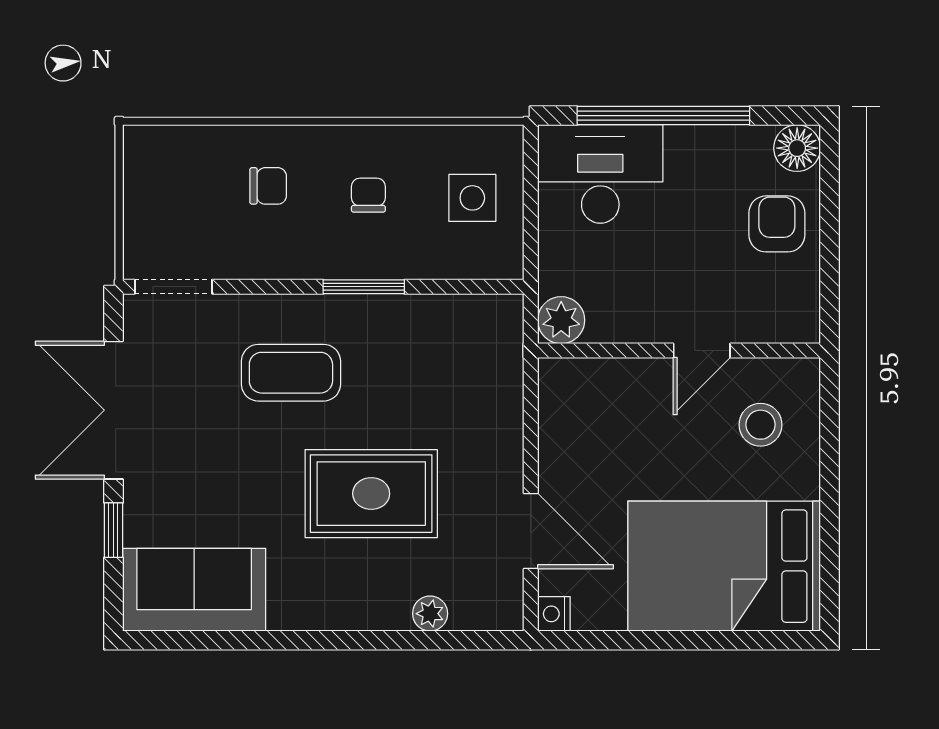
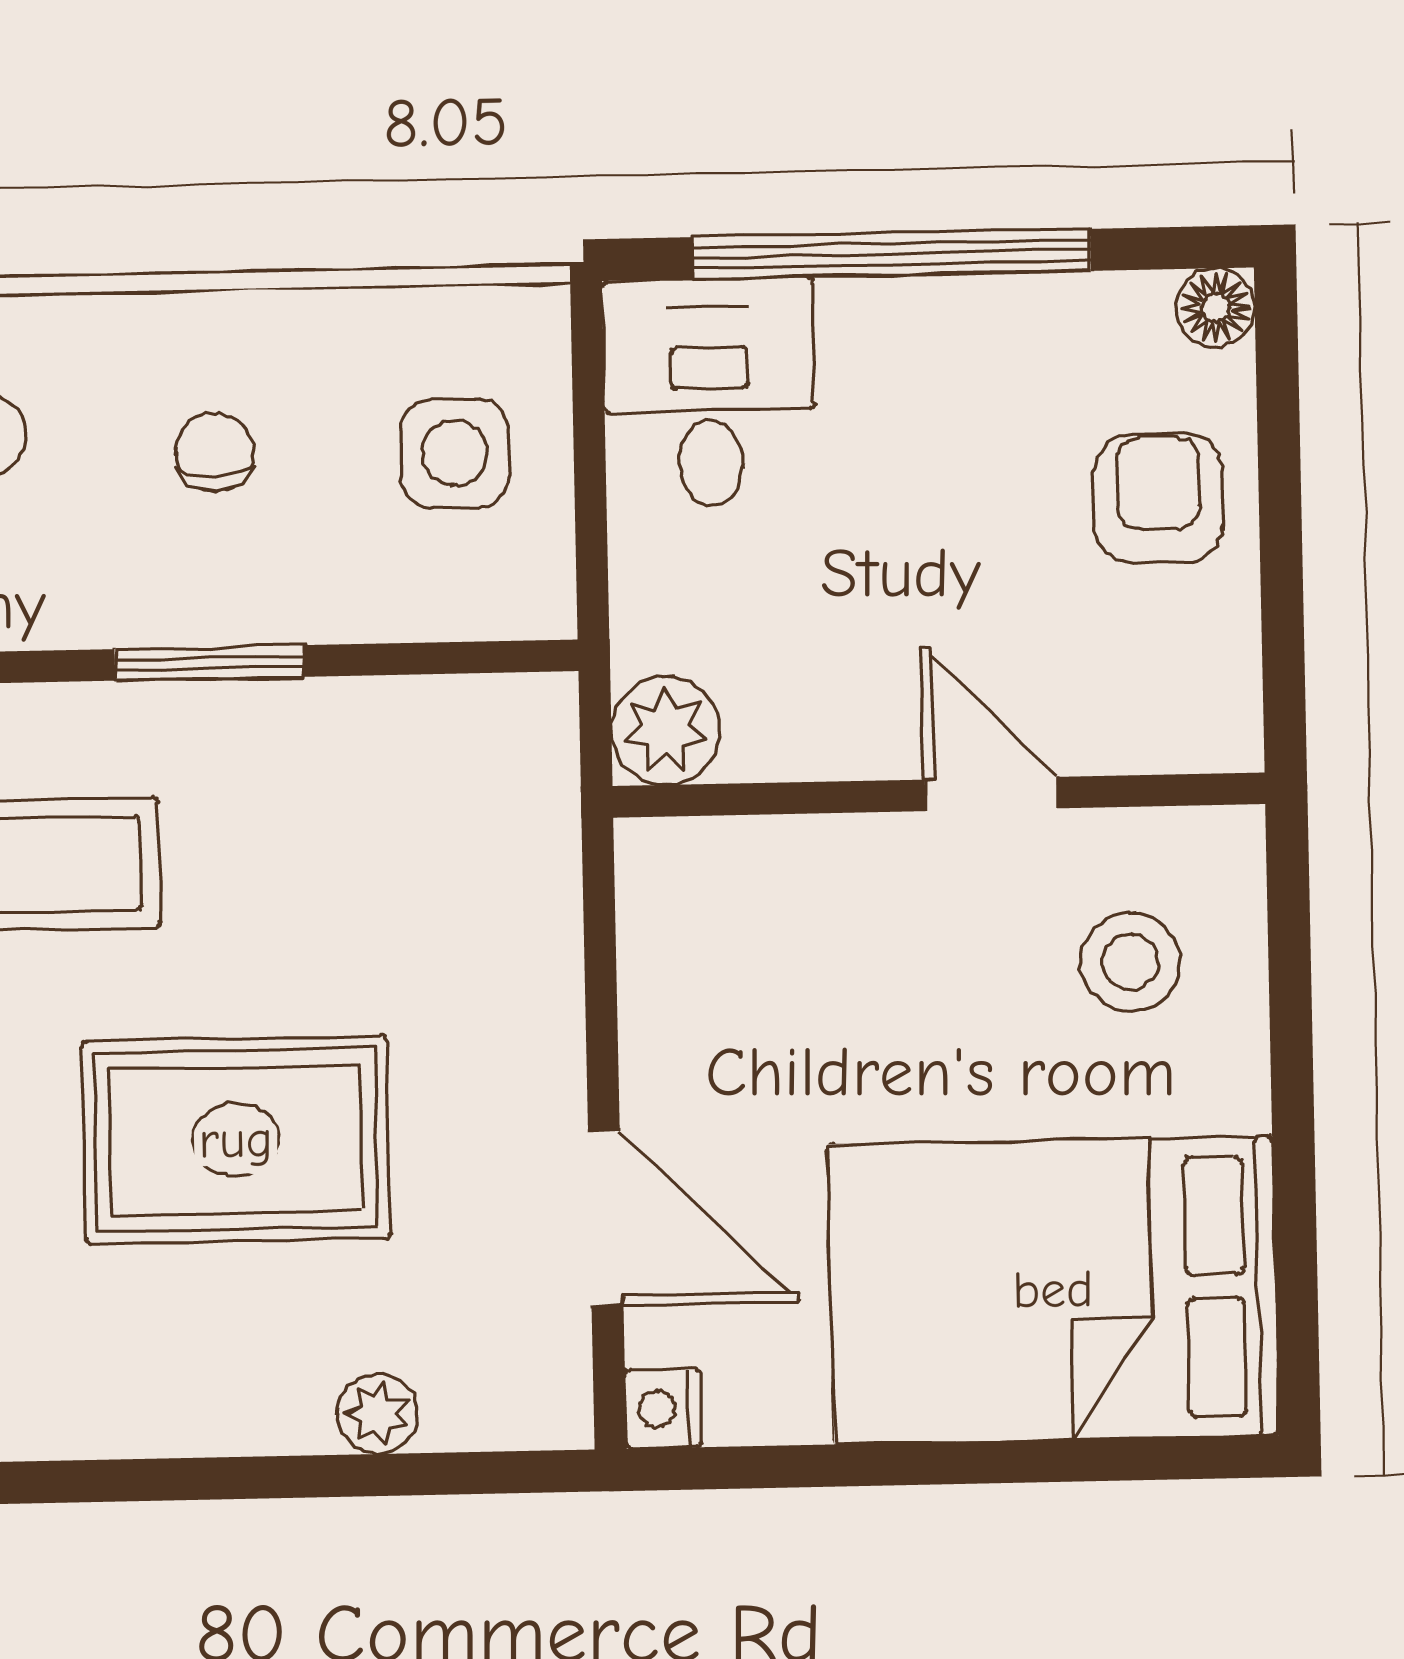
floor lamp: (797, 148) -> (1216, 308), width x0.73, depth x0.73
desk: (600, 174) -> (710, 392), width x0.73
door: (702, 351) -> (991, 794), swing flipped

